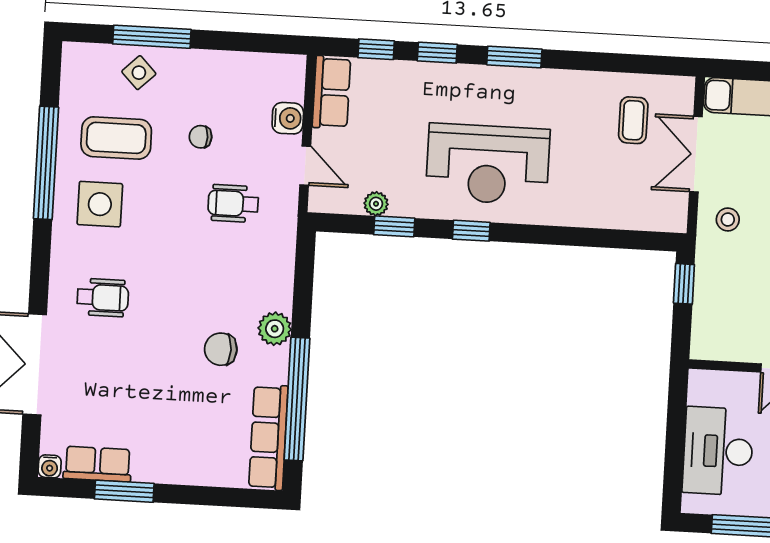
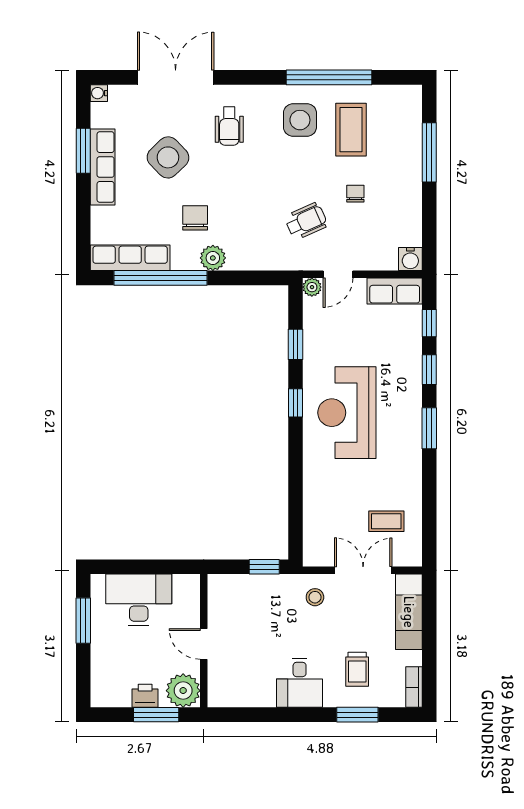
side table: (139, 73) -> (168, 157), moved, width x1.87, depth x1.87
water cooler: (288, 118) -> (410, 259), moved
wheelchair: (233, 203) -> (306, 221), turned 66
plant: (376, 204) -> (312, 287), moved
row of seats: (97, 464) -> (103, 167), moved, width x1.48

